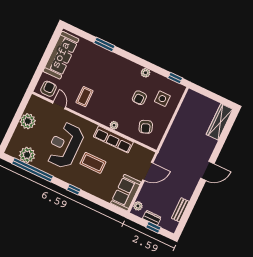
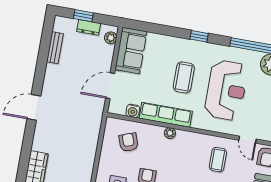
water cooler: (136, 149) -> (133, 111), added
coffee table: (93, 163) -> (184, 77), turned 90

